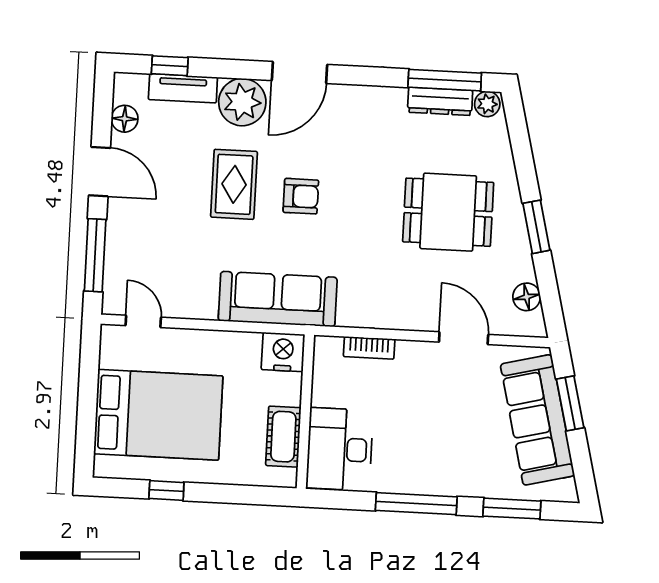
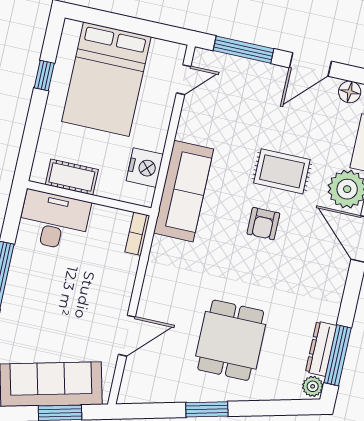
floor lamp: (527, 297) -> (152, 392), removed
bookcase: (369, 348) -> (137, 234), moved
nightstand: (283, 352) -> (145, 168), moved

